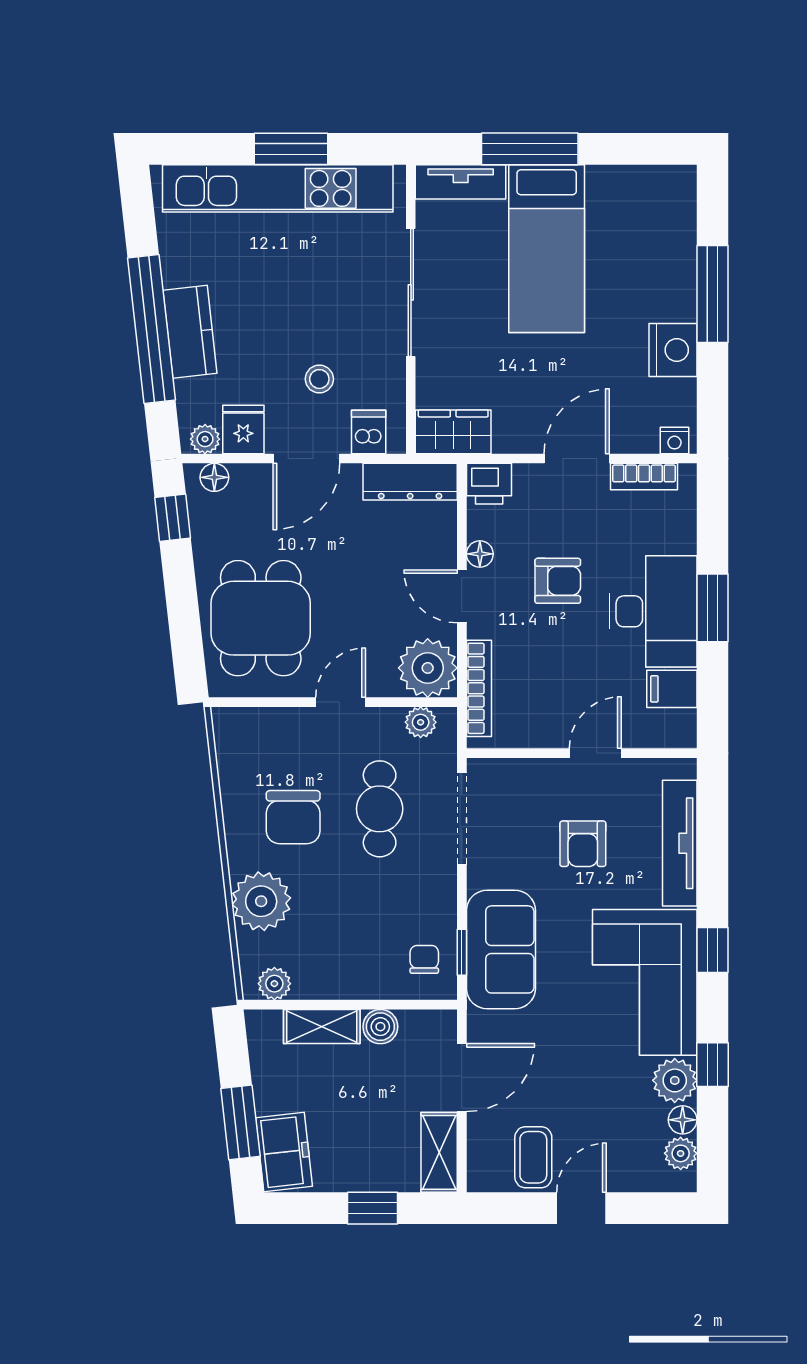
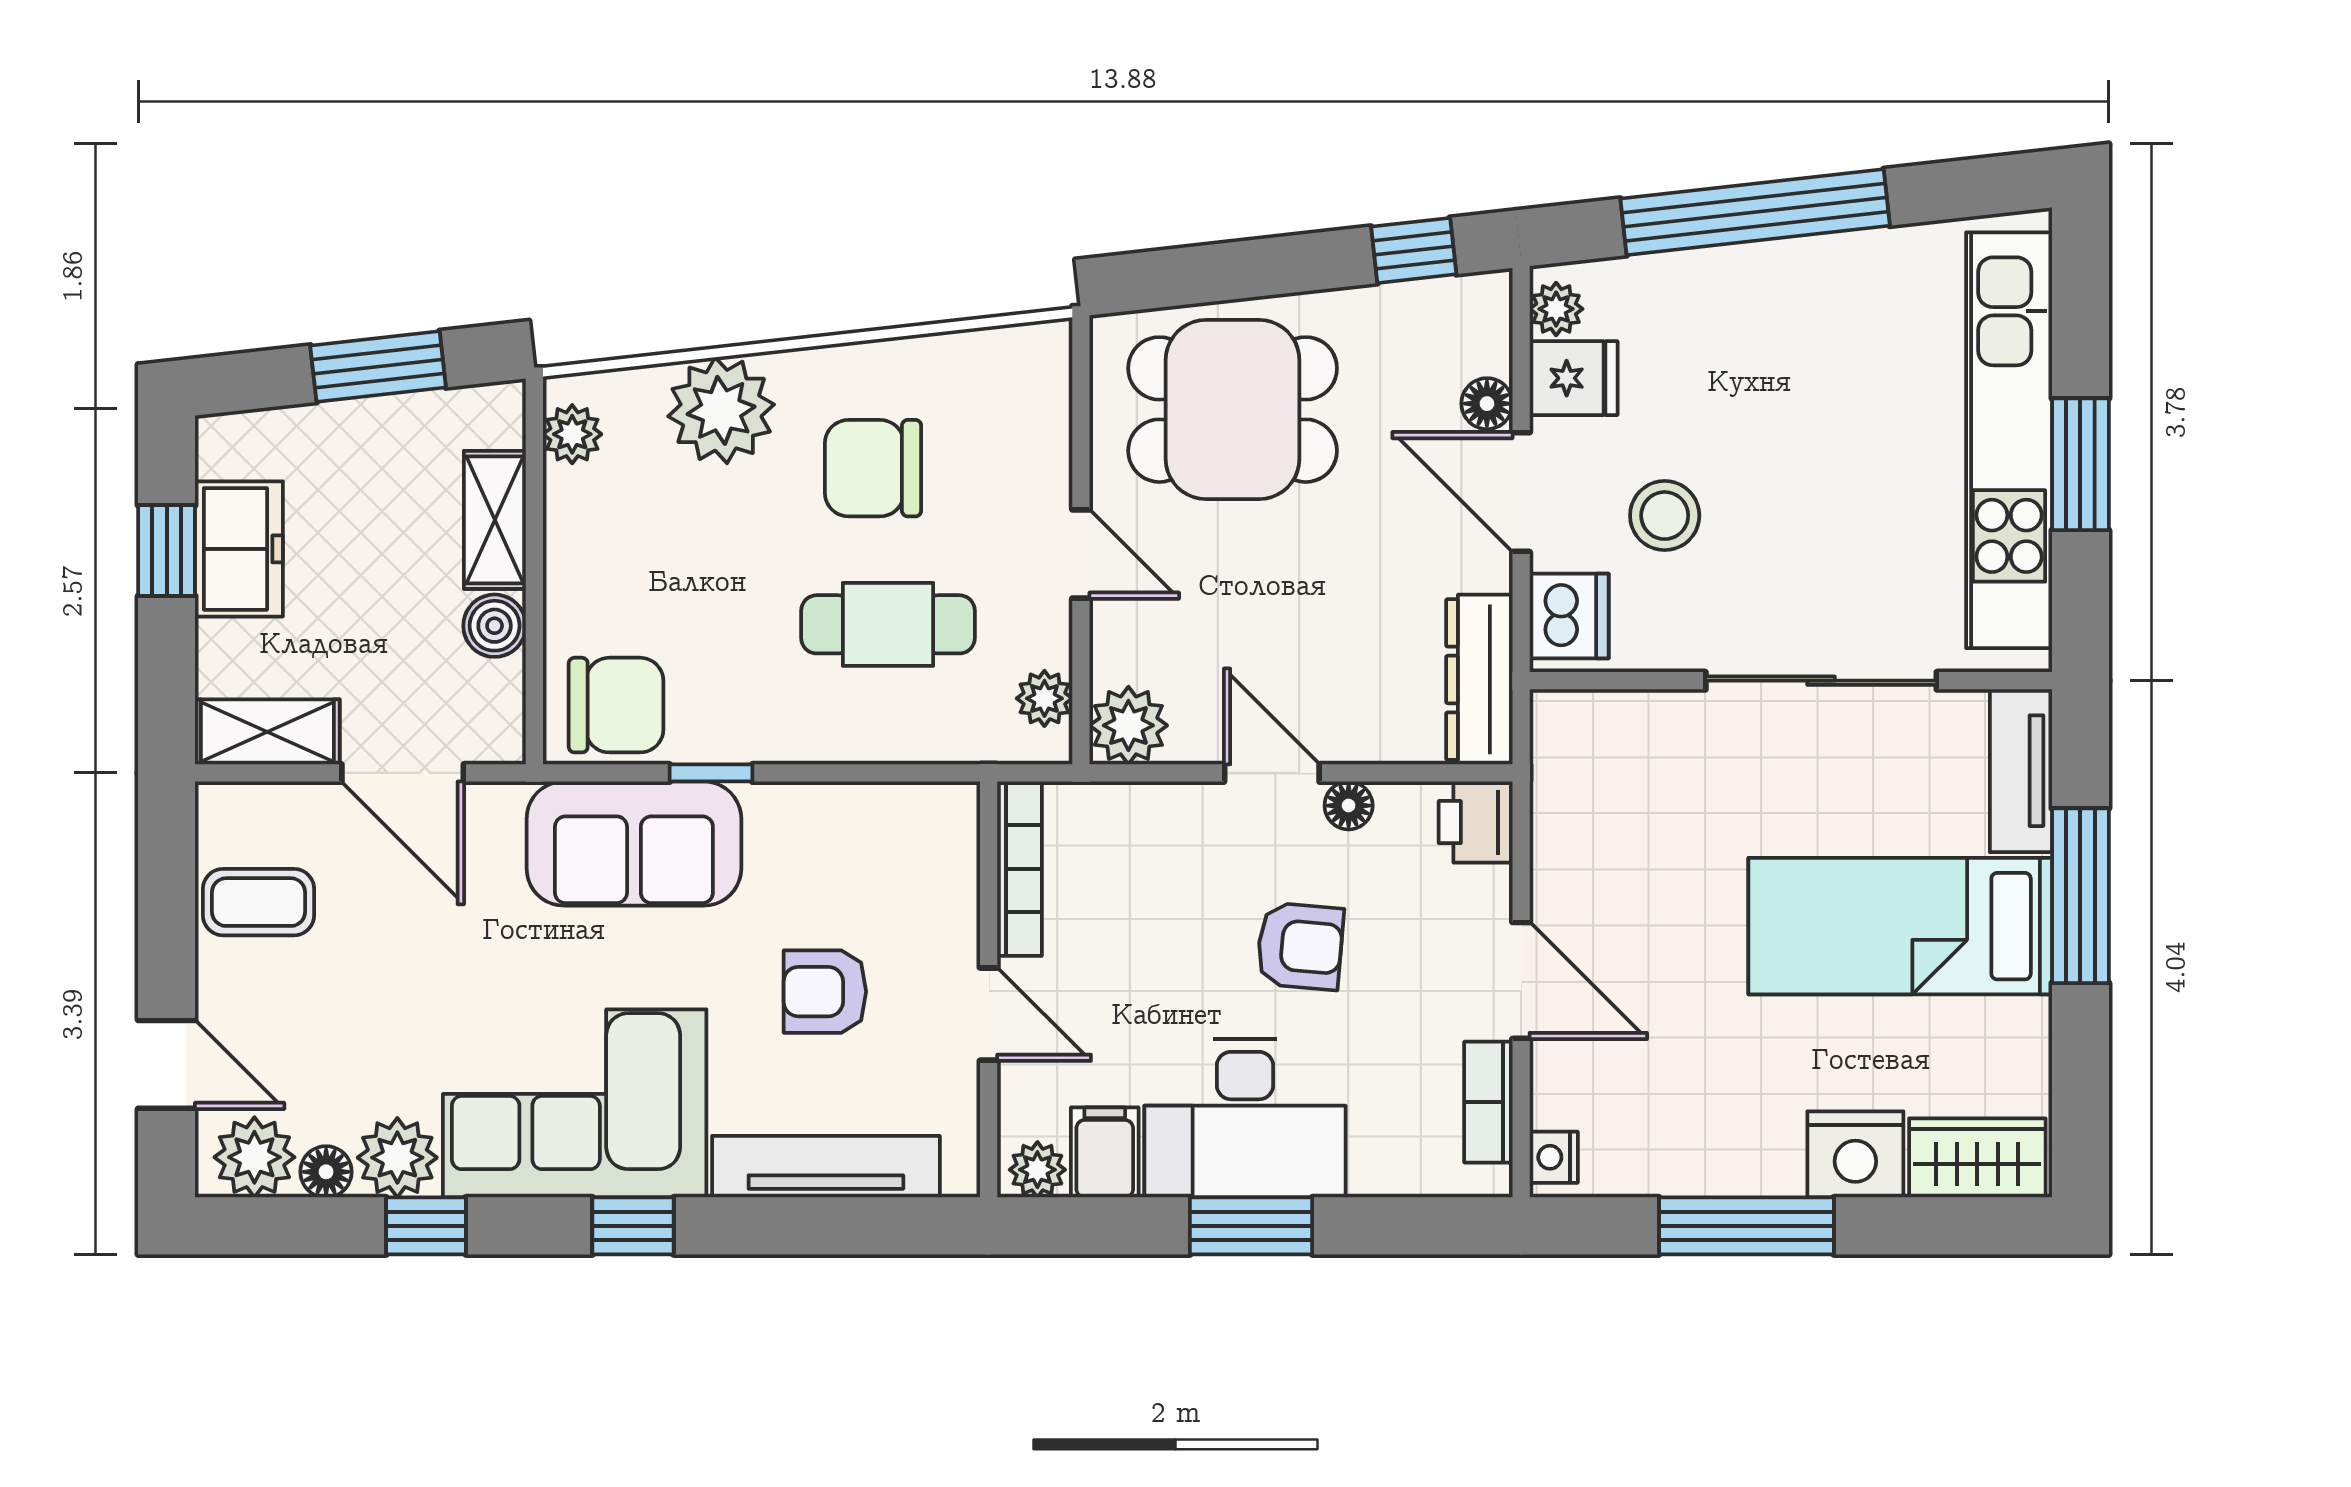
window: (712, 294) -> (1746, 1226), moved
kitchen counter: (190, 332) -> (1750, 282), removed
nightstand: (673, 350) -> (1855, 1154), moved
stool: (319, 379) -> (1665, 516), width x1.37, depth x1.37
dishwasher: (369, 432) -> (1569, 616), width x1.38
wardrobe: (453, 432) -> (1977, 1158), moved, turned -90
floor lamp: (214, 477) -> (1487, 404), moved
armchair: (558, 581) -> (1300, 946), turned -85
door: (462, 596) -> (1272, 773), hinge flipped
plant: (428, 668) -> (1128, 725), width x0.73, depth x0.73
bookcase: (479, 688) -> (1019, 869), moved, turned -90
plant: (681, 726) -> (1037, 1170), added
doorway: (462, 818) -> (871, 773), removed
window: (462, 952) -> (711, 773), moved
chair: (424, 959) -> (616, 705), width x1.87, depth x1.87
window: (240, 1122) -> (378, 367), moved
freezer: (284, 1152) -> (239, 549), moved, turned -84
plant: (681, 1153) -> (254, 1157), width x1.38, depth x1.38
window: (373, 1208) -> (167, 551), moved
door: (581, 1208) -> (167, 1064), moved

